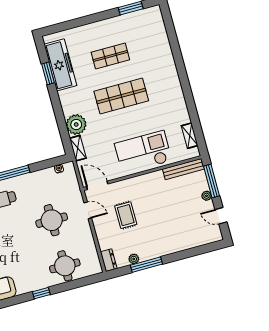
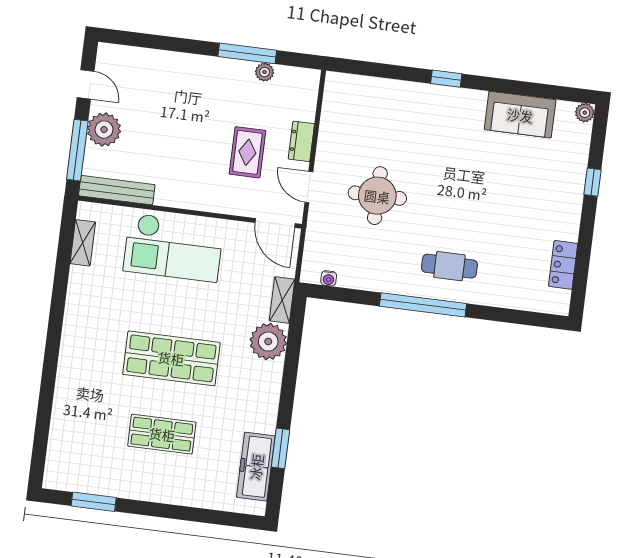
freezer: (60, 65) -> (256, 467), width x0.73, depth x0.79
plant: (207, 196) -> (104, 130), width x1.87, depth x1.87
dresser: (109, 260) -> (301, 141), moved
round table: (65, 266) -> (387, 109), removed

